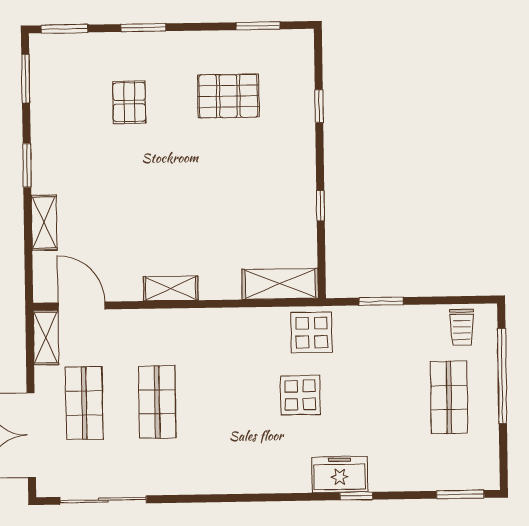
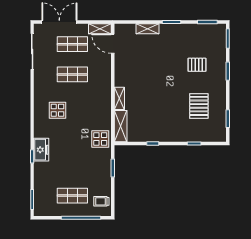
shelving: (171, 289) -> (119, 98), moved
door: (81, 306) -> (113, 44), swing flipped
display table: (300, 395) -> (57, 110), moved

